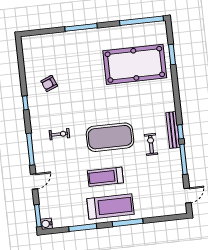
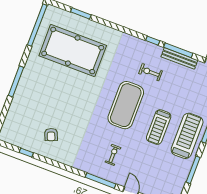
pool table: (135, 64) -> (73, 51), turned 90
window: (25, 103) -> (26, 153), moved
bench: (173, 130) -> (179, 58), moved
exercise bike: (59, 134) -> (113, 155), moved

